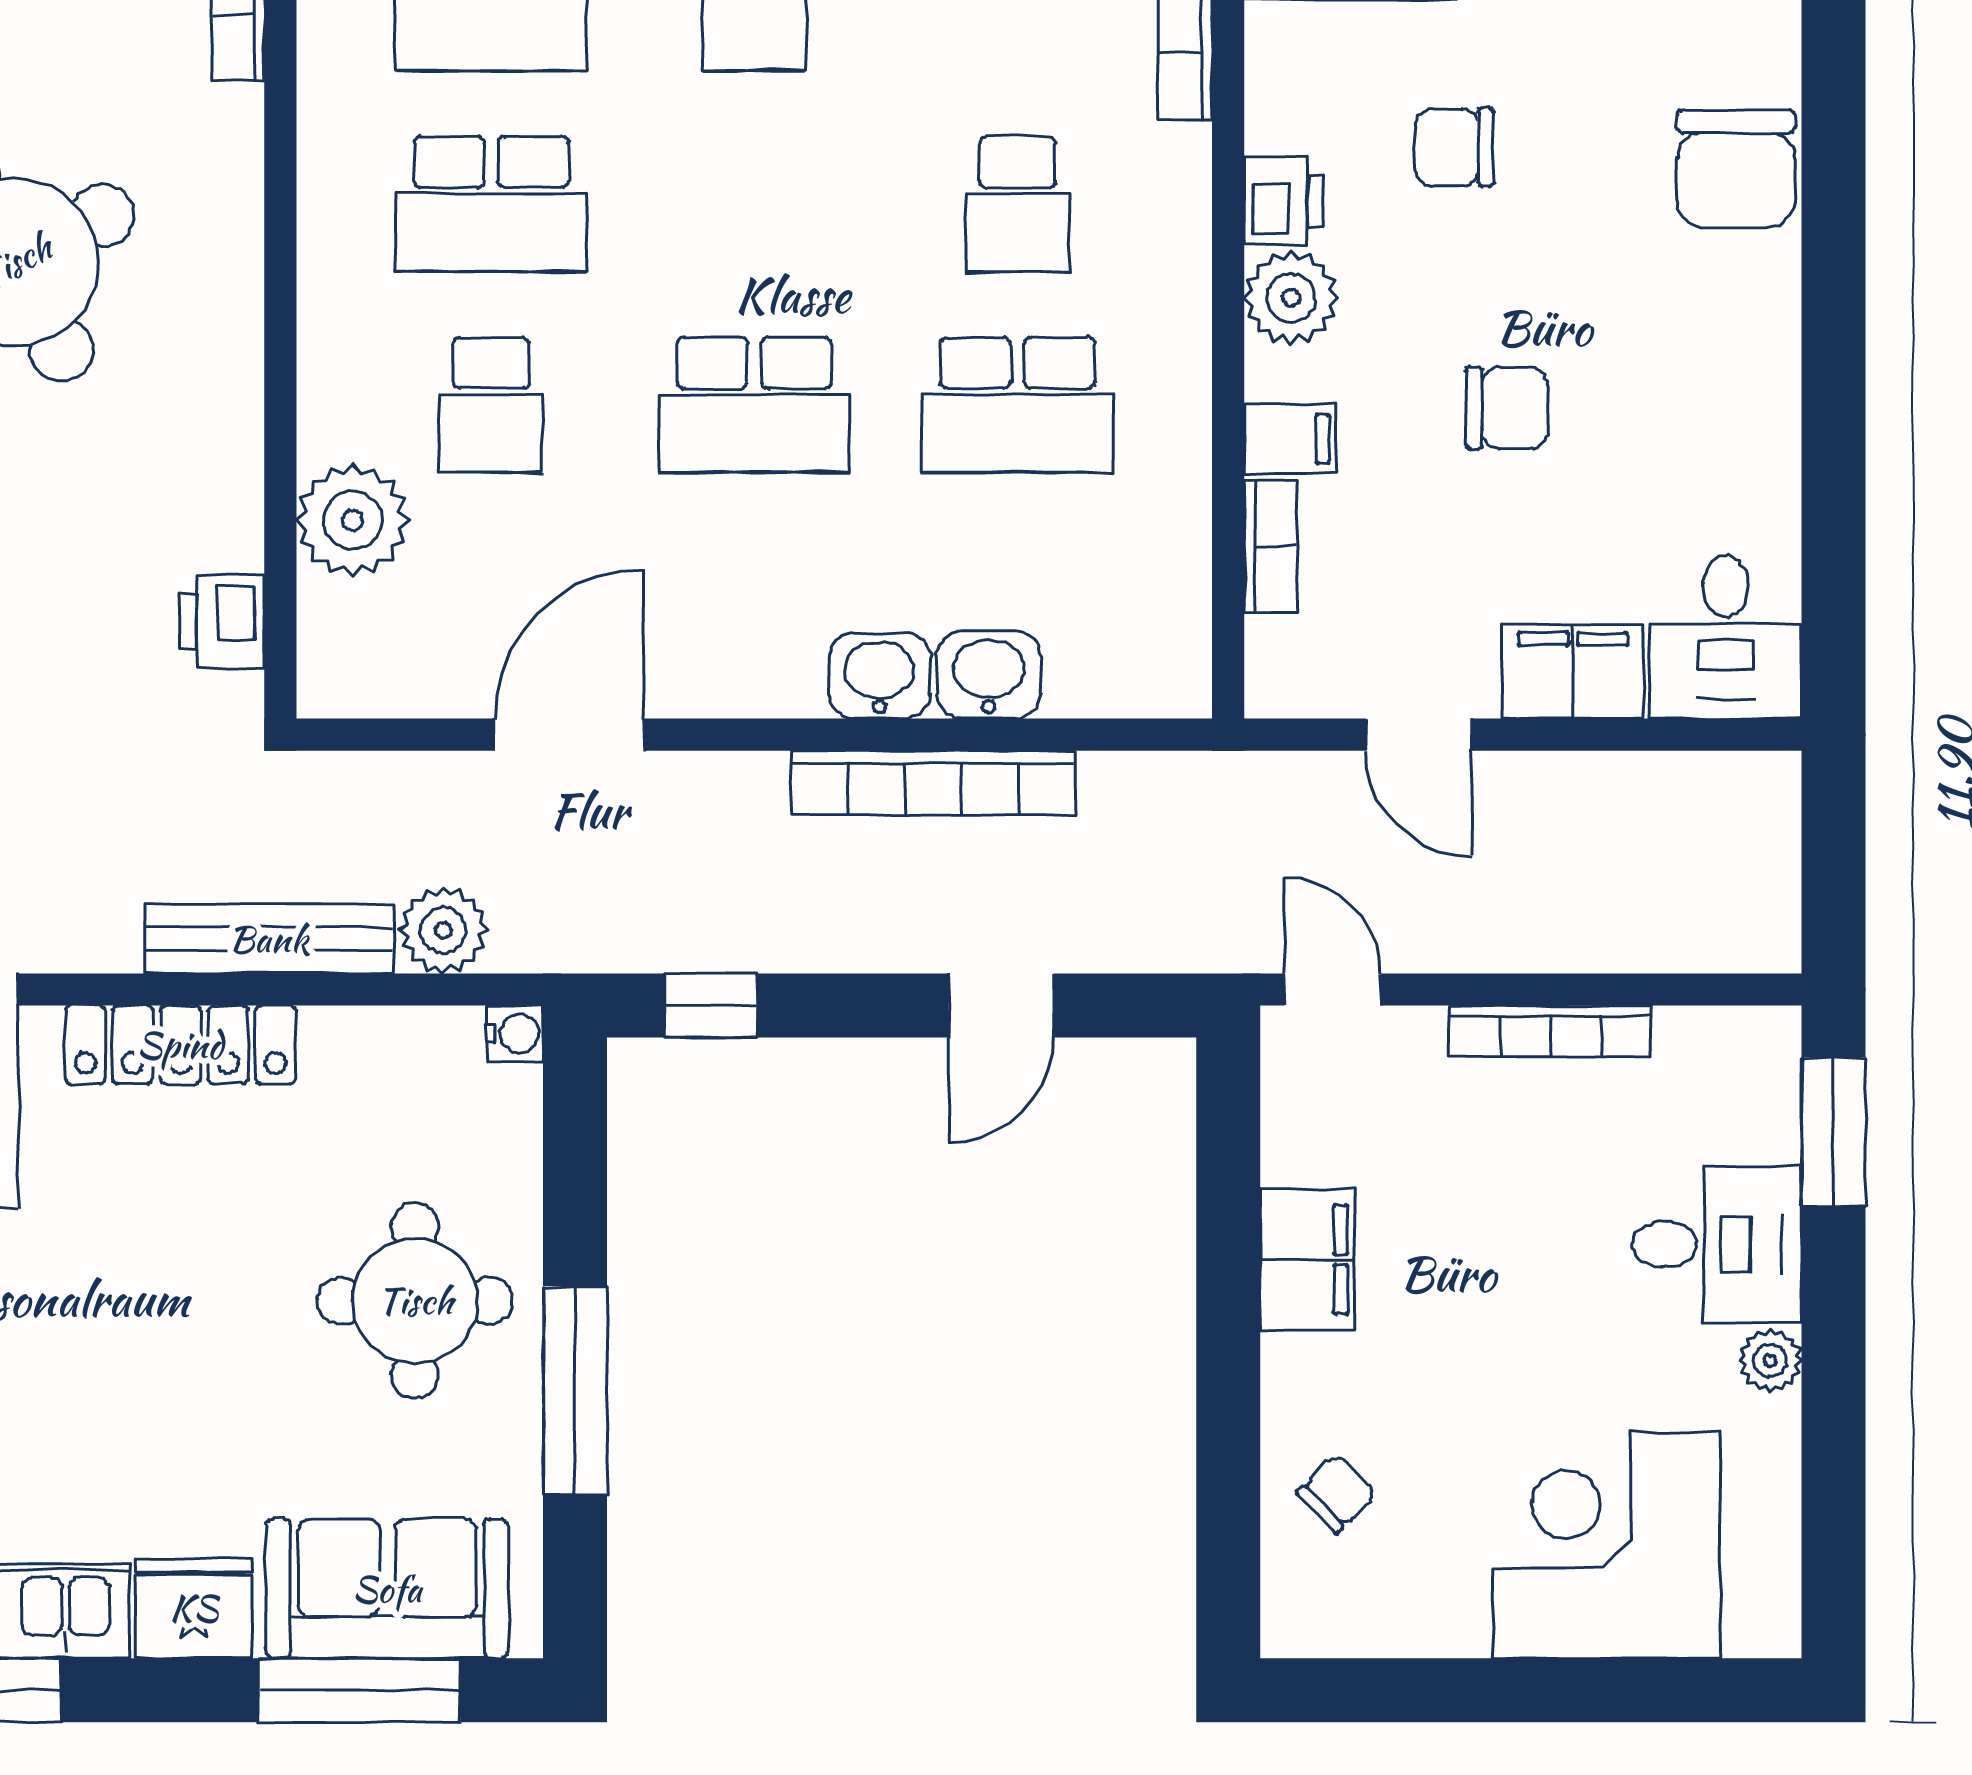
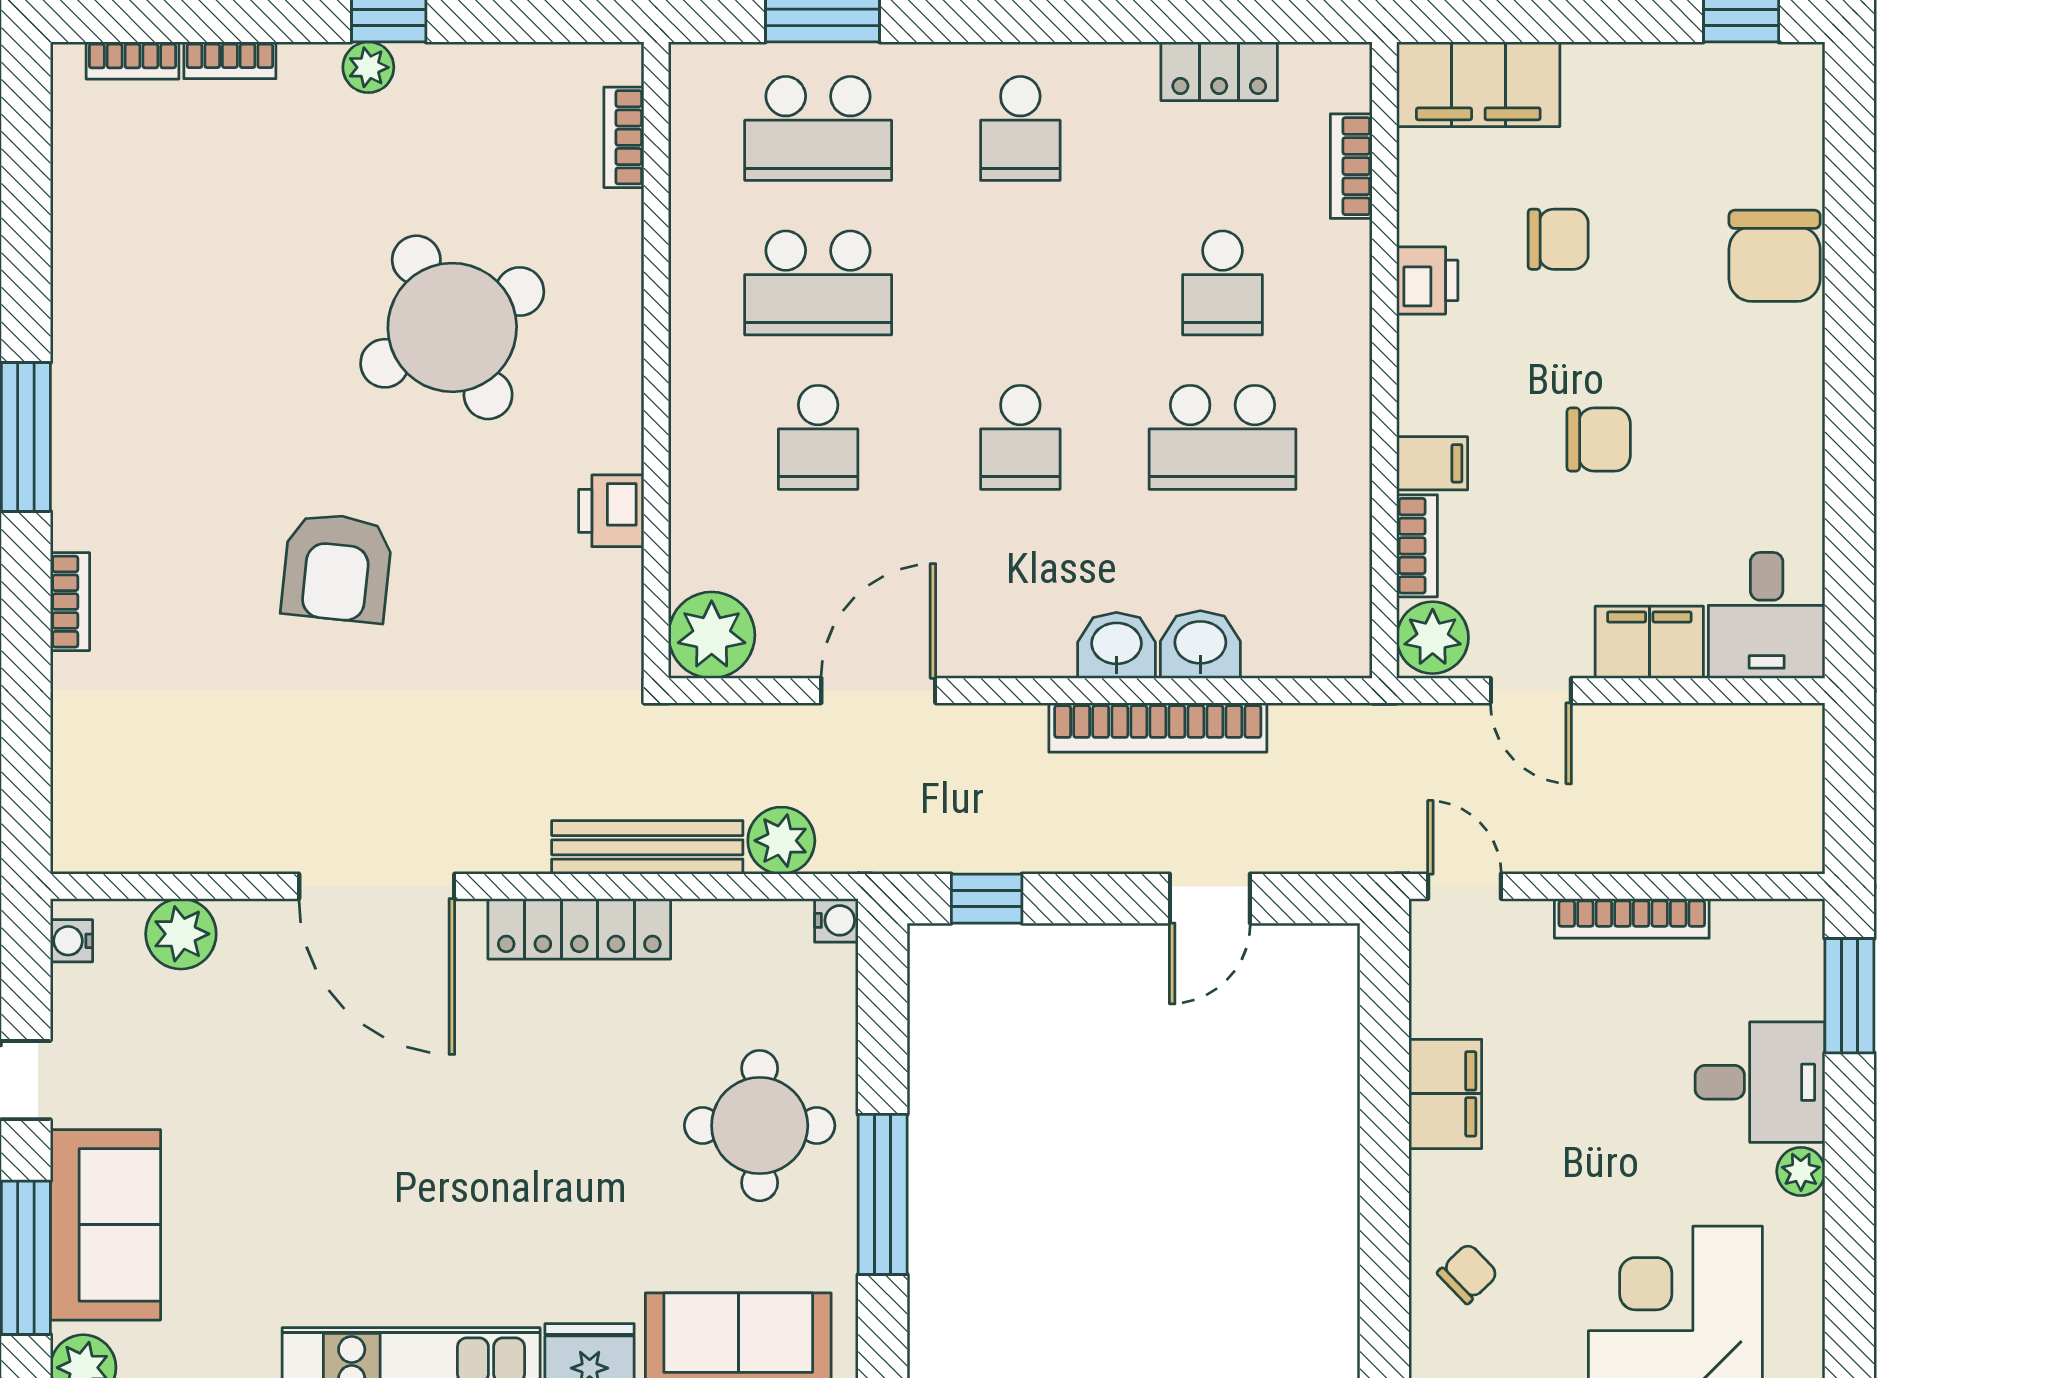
chair: (1454, 147) -> (1558, 239), turned 180
plant: (1291, 298) -> (1433, 638), moved
school desk: (754, 405) -> (1020, 437), width x0.54
plant: (353, 520) -> (712, 635), moved
printer: (222, 622) -> (611, 511), moved

